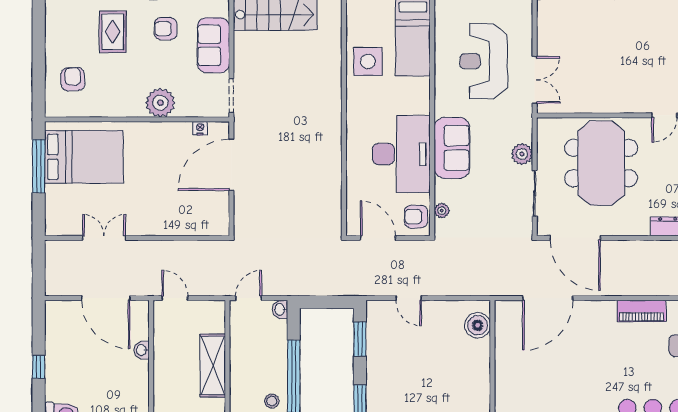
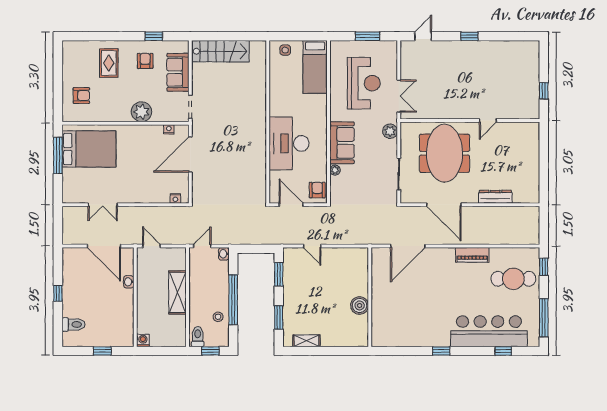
armchair: (166, 29) -> (145, 61), turned 90
side table: (368, 61) -> (285, 50), moved, width x0.54, depth x0.54
reception desk: (484, 61) -> (364, 83), turned 180
armchair: (73, 79) -> (81, 96), turned 93
desk: (401, 154) -> (289, 143), moved, turned 180
plant: (522, 154) -> (390, 131), moved
plant: (442, 211) -> (335, 170), moved
armchair: (416, 217) -> (317, 190), turned 90
nightstand: (210, 229) -> (175, 198), added
double door: (104, 238) -> (103, 205), swing flipped
door: (575, 238) -> (444, 205), moved
boiler: (478, 325) -> (360, 305), moved

